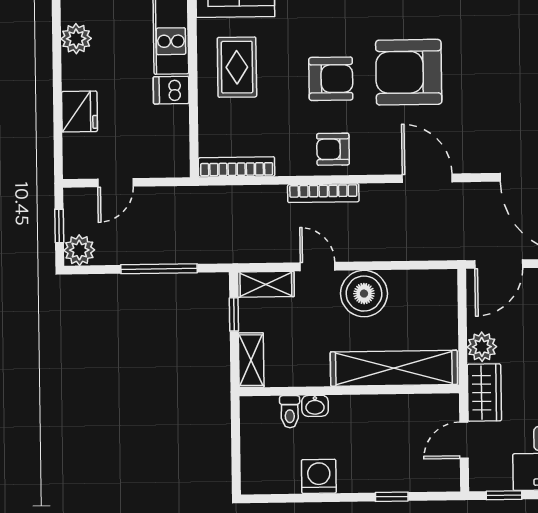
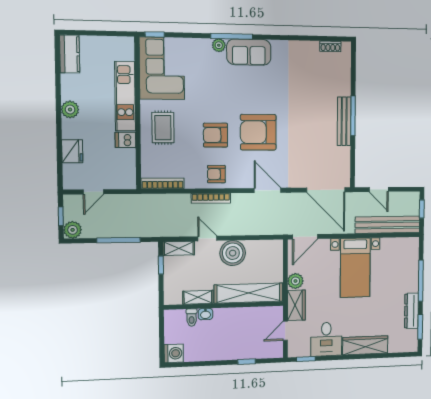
armchair: (331, 79) -> (215, 135), turned 180
shelving: (251, 360) -> (198, 297), moved, turned 90
washing machine: (319, 476) -> (174, 353), moved, turned 90

